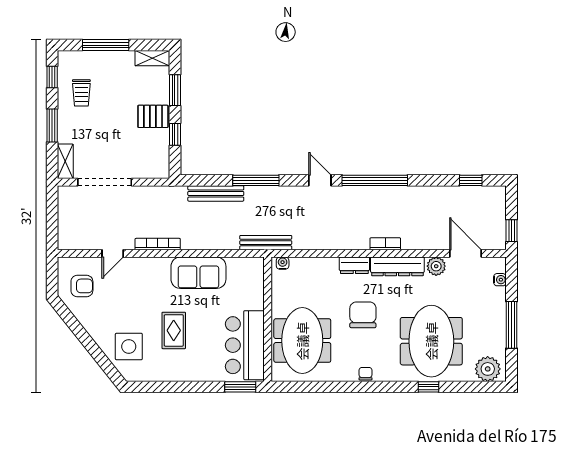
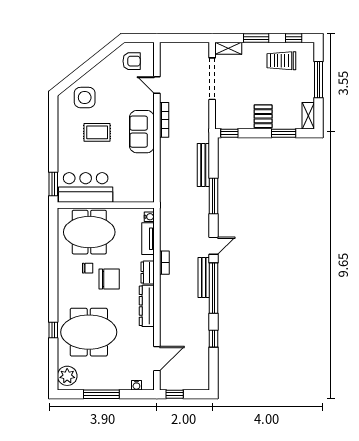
trolley: (81, 93) -> (281, 61), width x1.36, depth x1.39
window: (175, 134) -> (229, 133), moved
window: (471, 180) -> (213, 339), moved
bench: (266, 243) -> (204, 278), moved
bookcase: (385, 244) -> (164, 263), moved
tv unit: (311, 265) -> (148, 239), added
plant: (436, 266) -> (147, 336), removed
sofa: (198, 273) -> (142, 132), moved
armchair: (82, 286) -> (132, 61), turned -90
chair: (365, 374) -> (88, 268), moved

